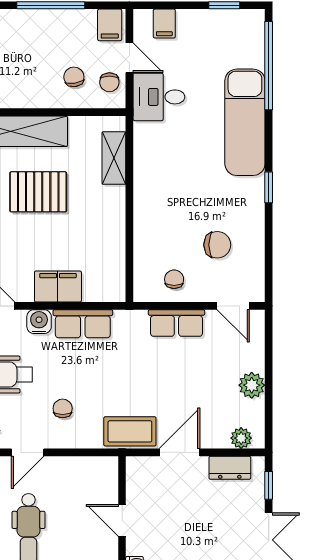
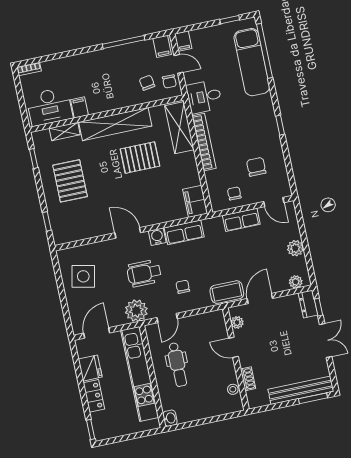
filing cabinet: (164, 24) -> (183, 41), moved
desk: (159, 97) -> (204, 97), moved
exam couch: (245, 122) -> (252, 62), moved
shelving: (114, 158) -> (179, 128), width x1.50, depth x1.33
bookcase: (143, 189) -> (204, 142), added
chair: (217, 245) -> (256, 167), turned -90
filing cabinet: (58, 287) -> (195, 201), moved, turned -90
dresser: (230, 468) -> (308, 304), moved, turned 90
plant: (136, 482) -> (237, 322), added

